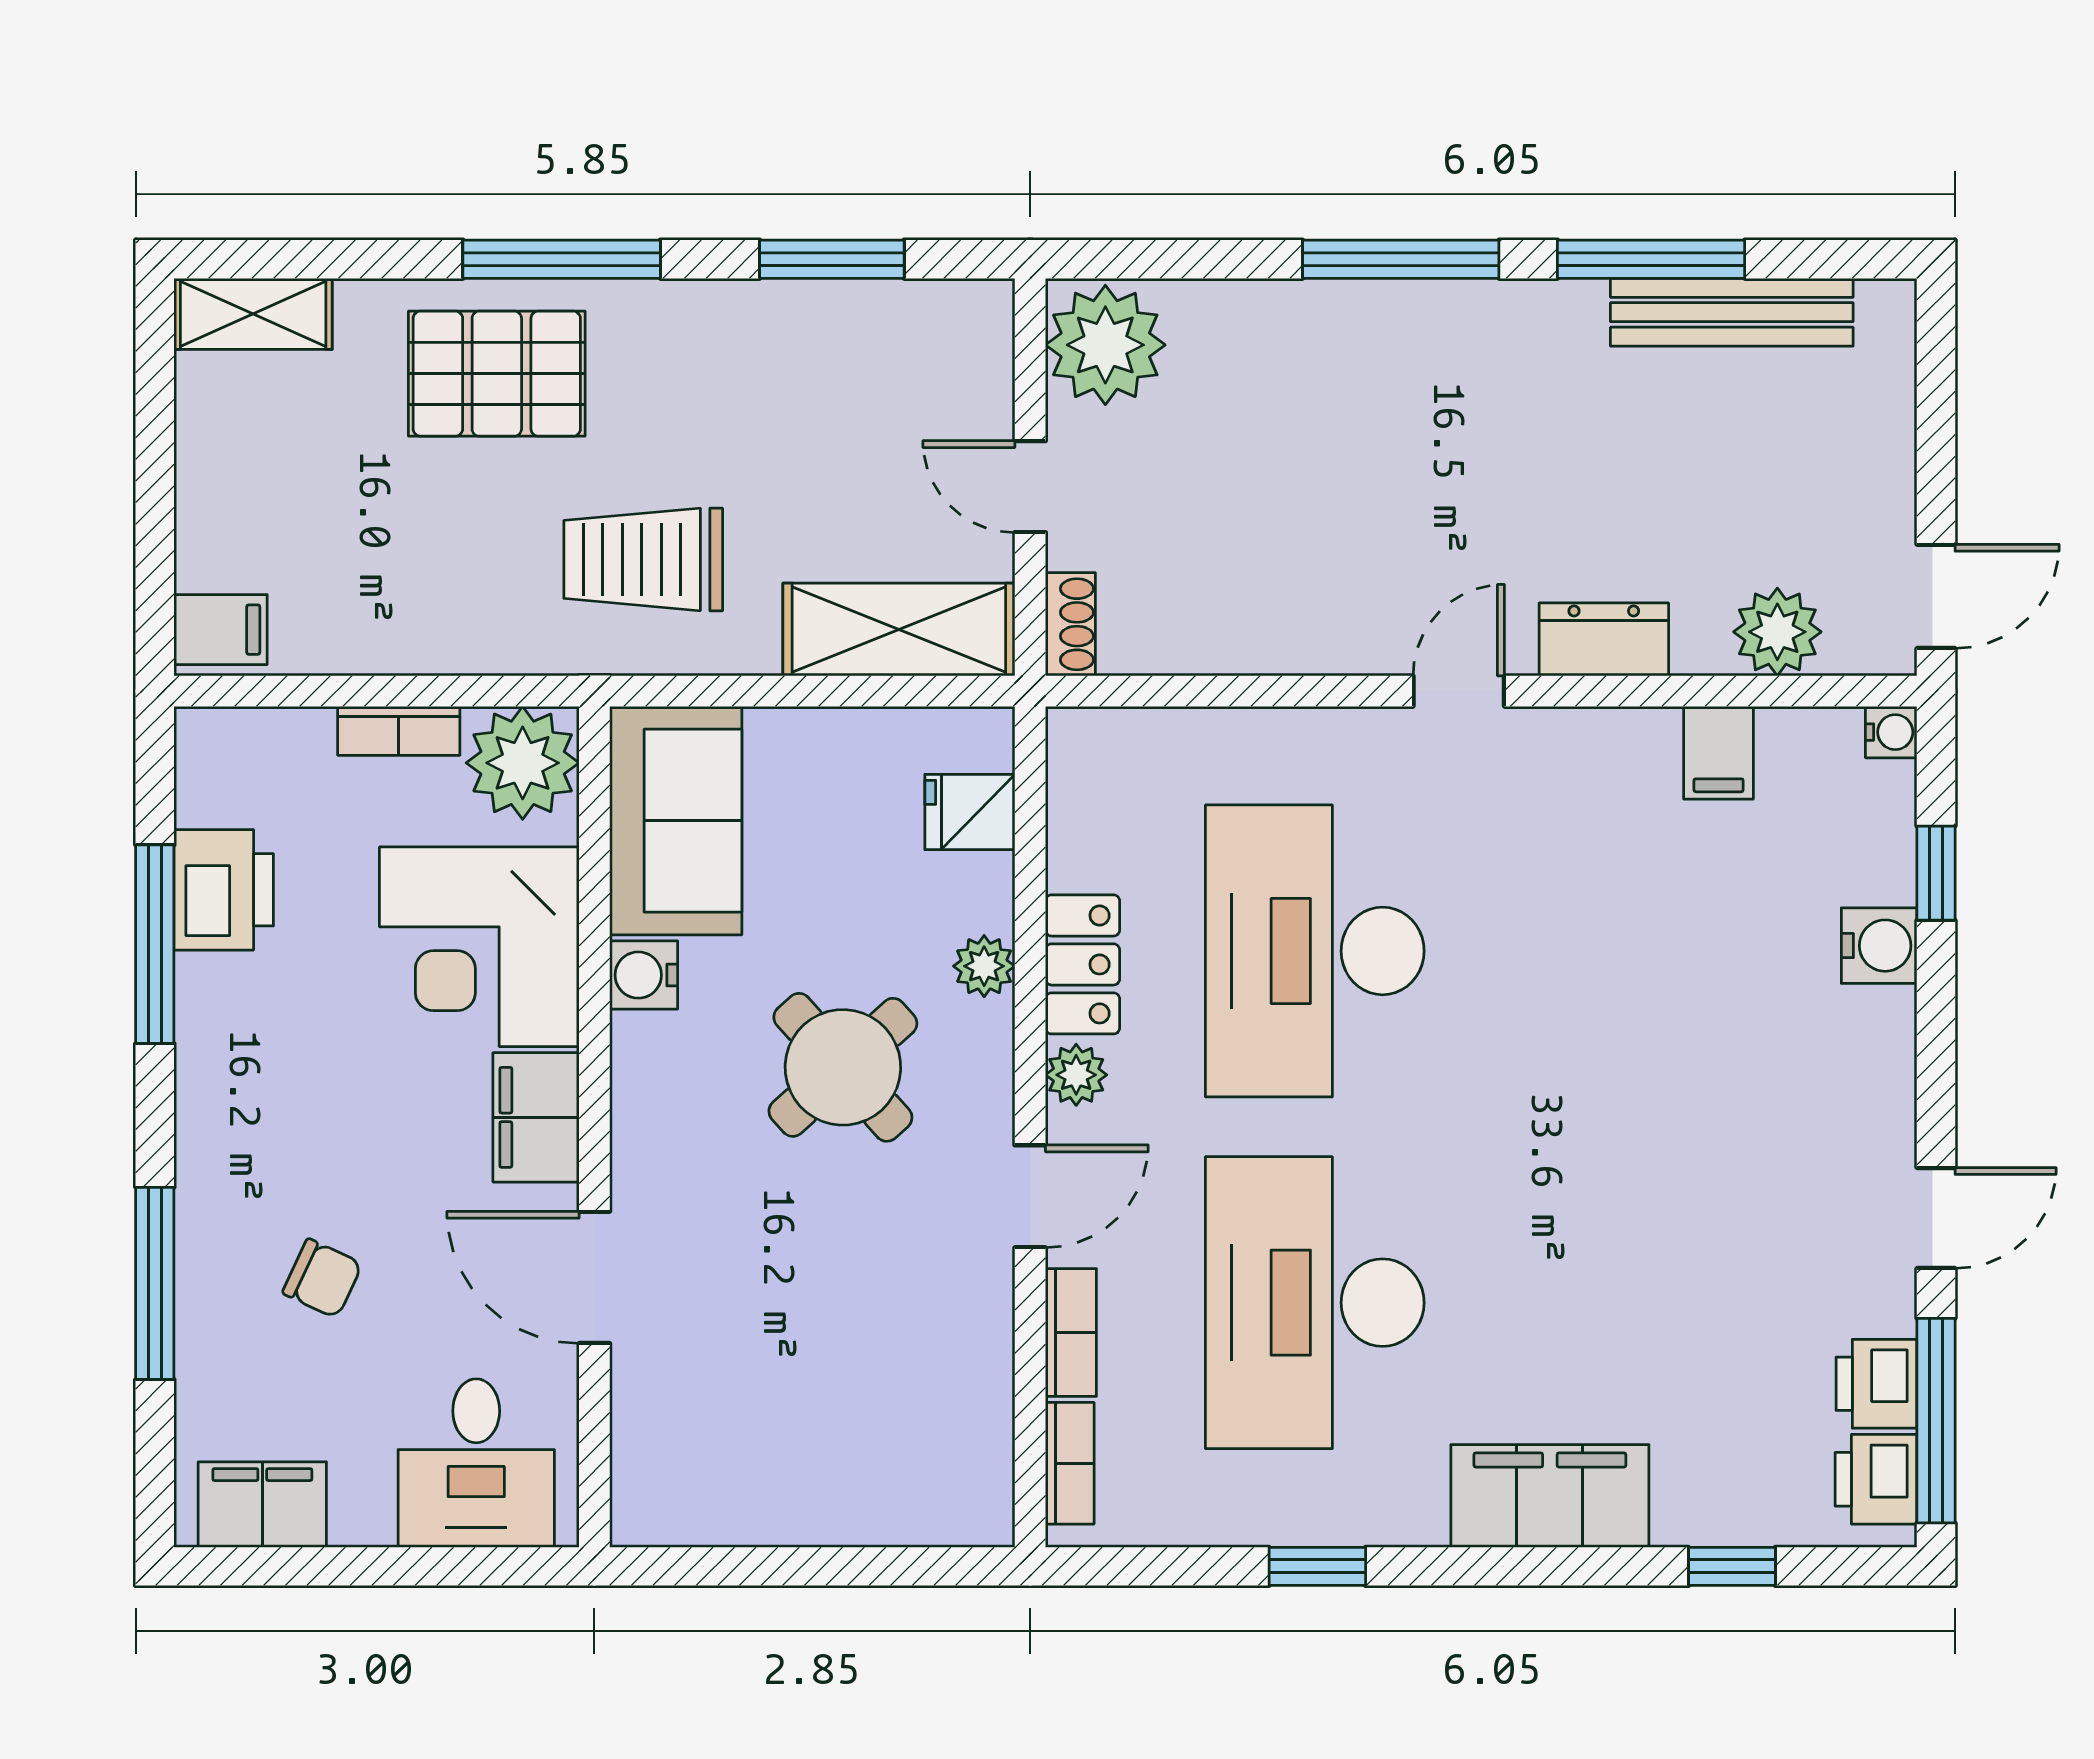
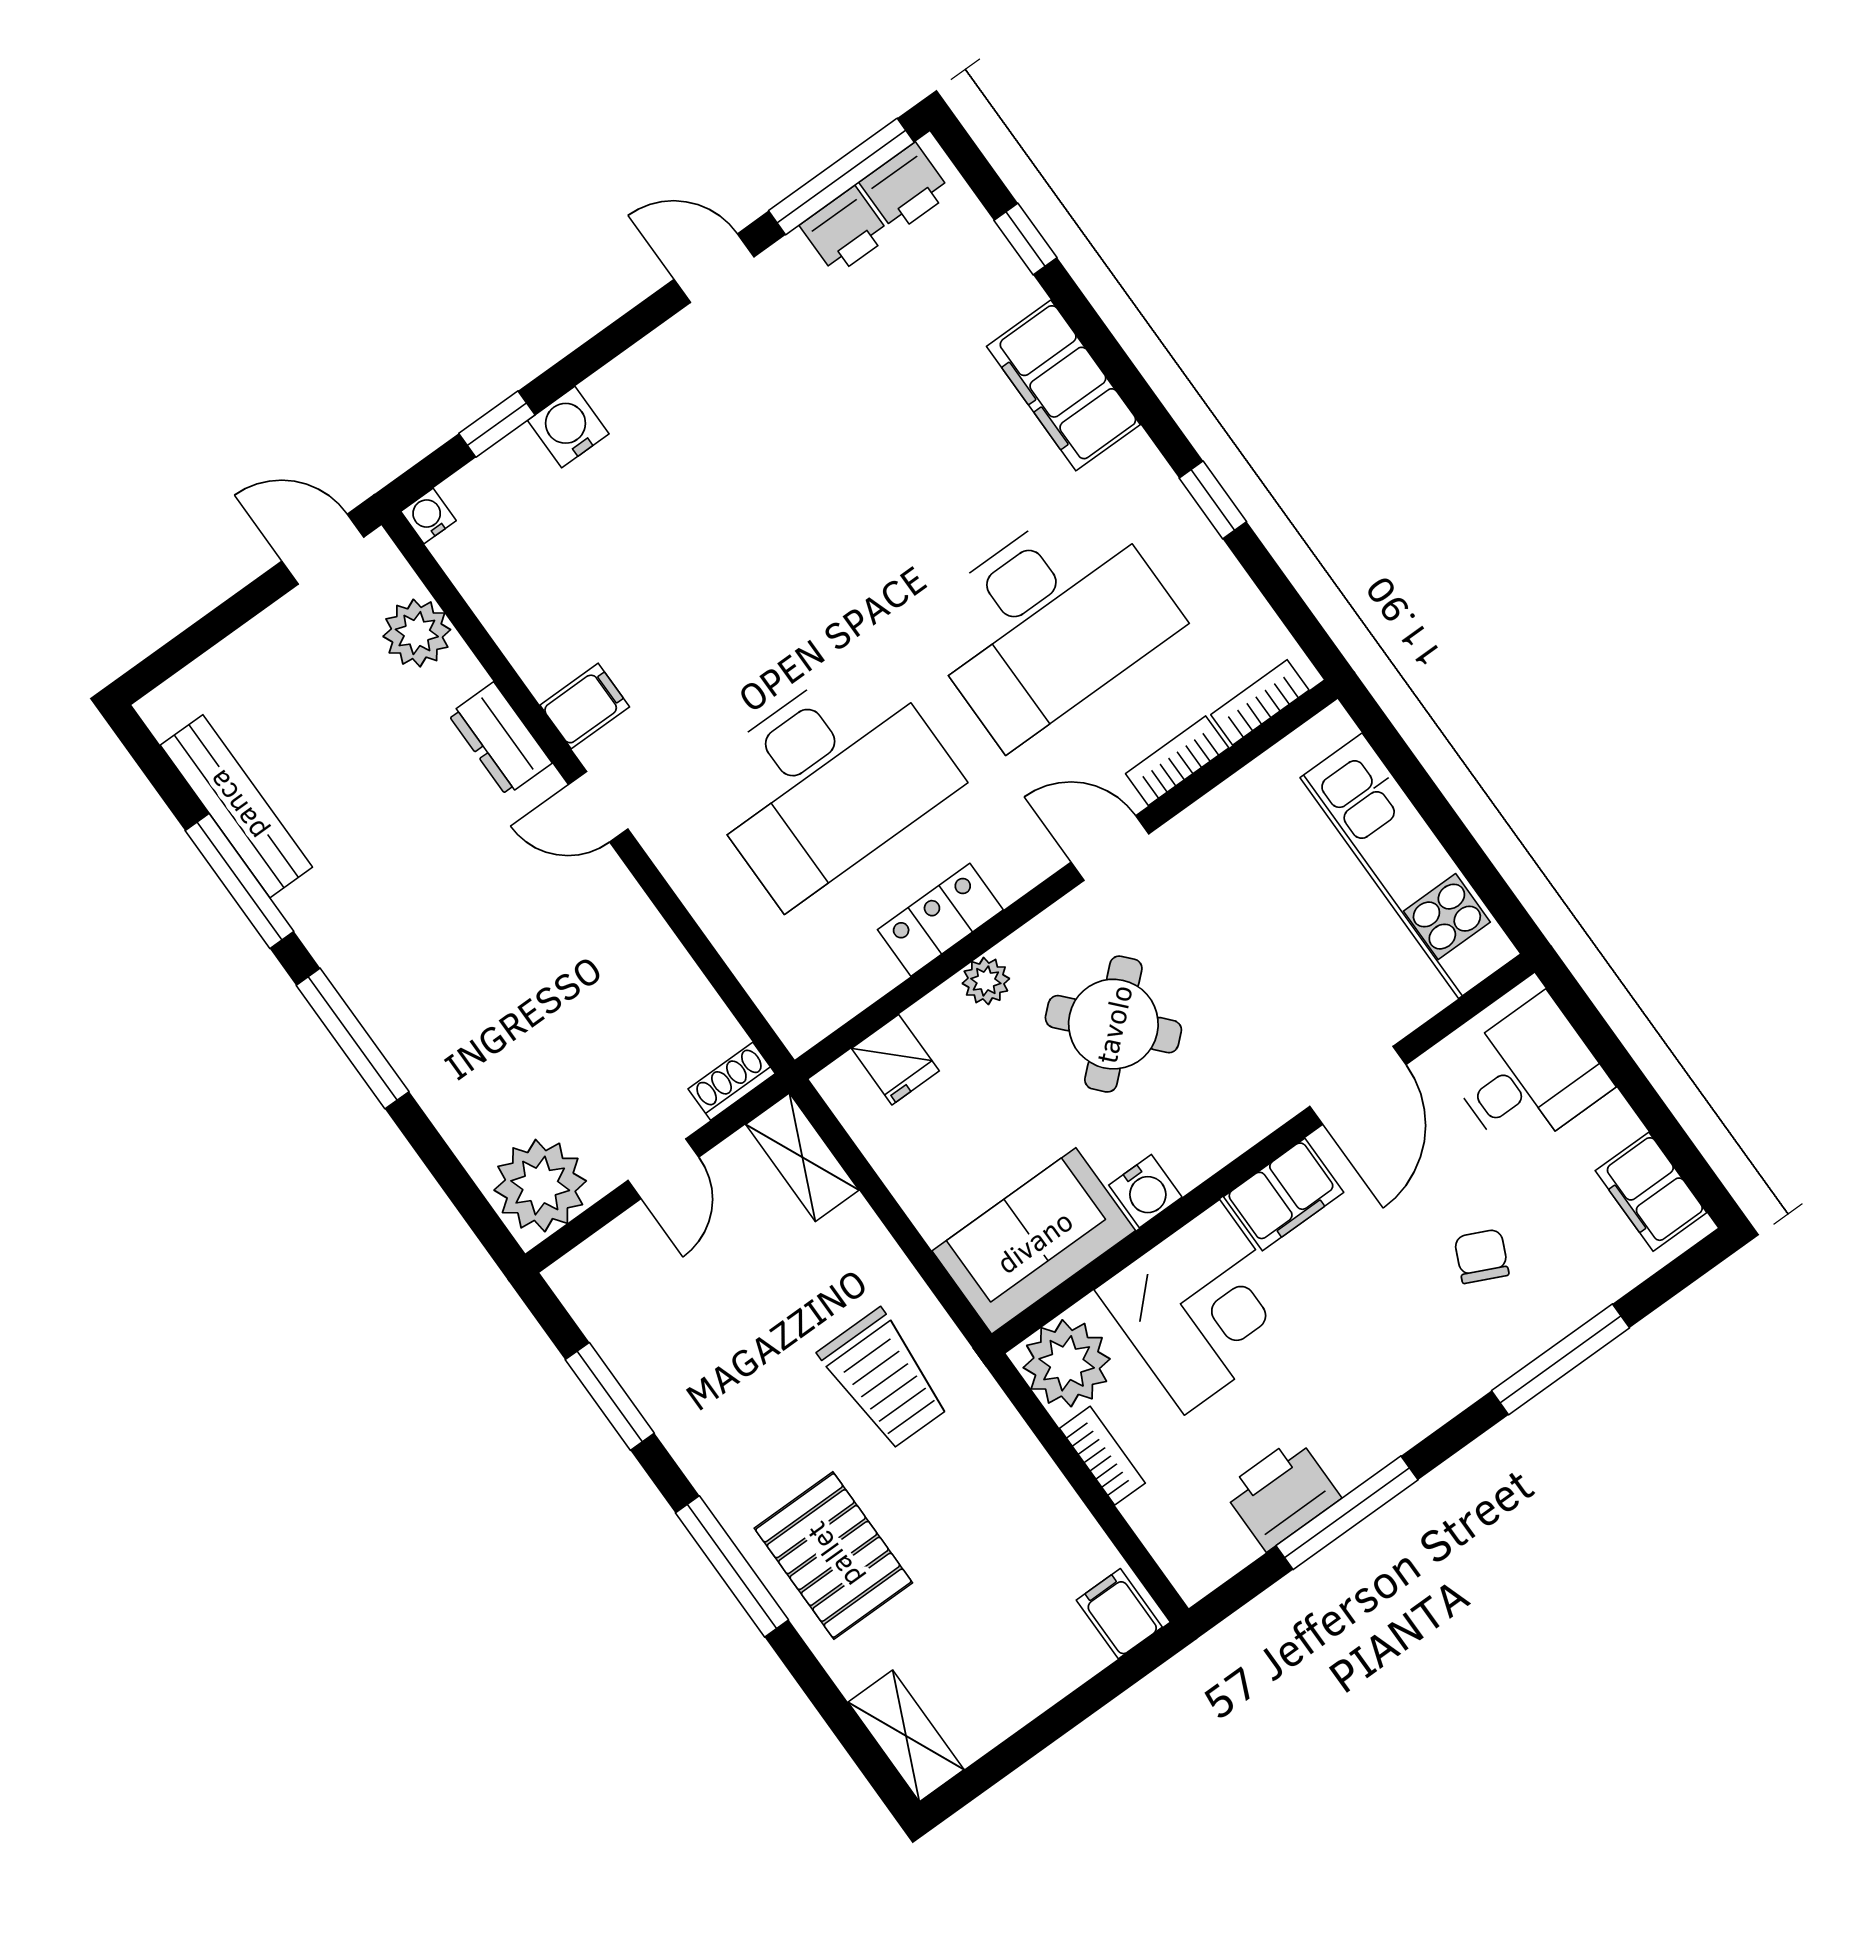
shelving: (899, 629) -> (802, 1157), width x0.67, depth x0.75
filing cabinet: (1719, 753) -> (585, 706), moved
plant: (1076, 1075) -> (1013, 874), removed
kitchen unit: (785, 1498) -> (1410, 866), added

